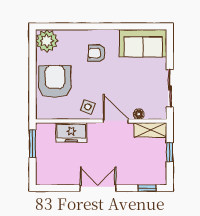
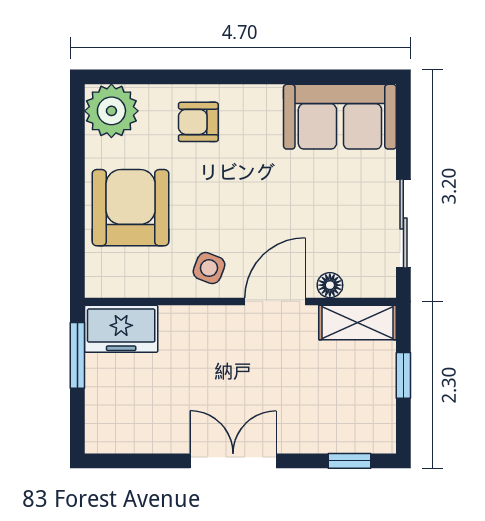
armchair: (97, 53) -> (198, 122), moved
door: (116, 121) -> (275, 301), hinge flipped
freezer: (71, 132) -> (121, 329), moved

